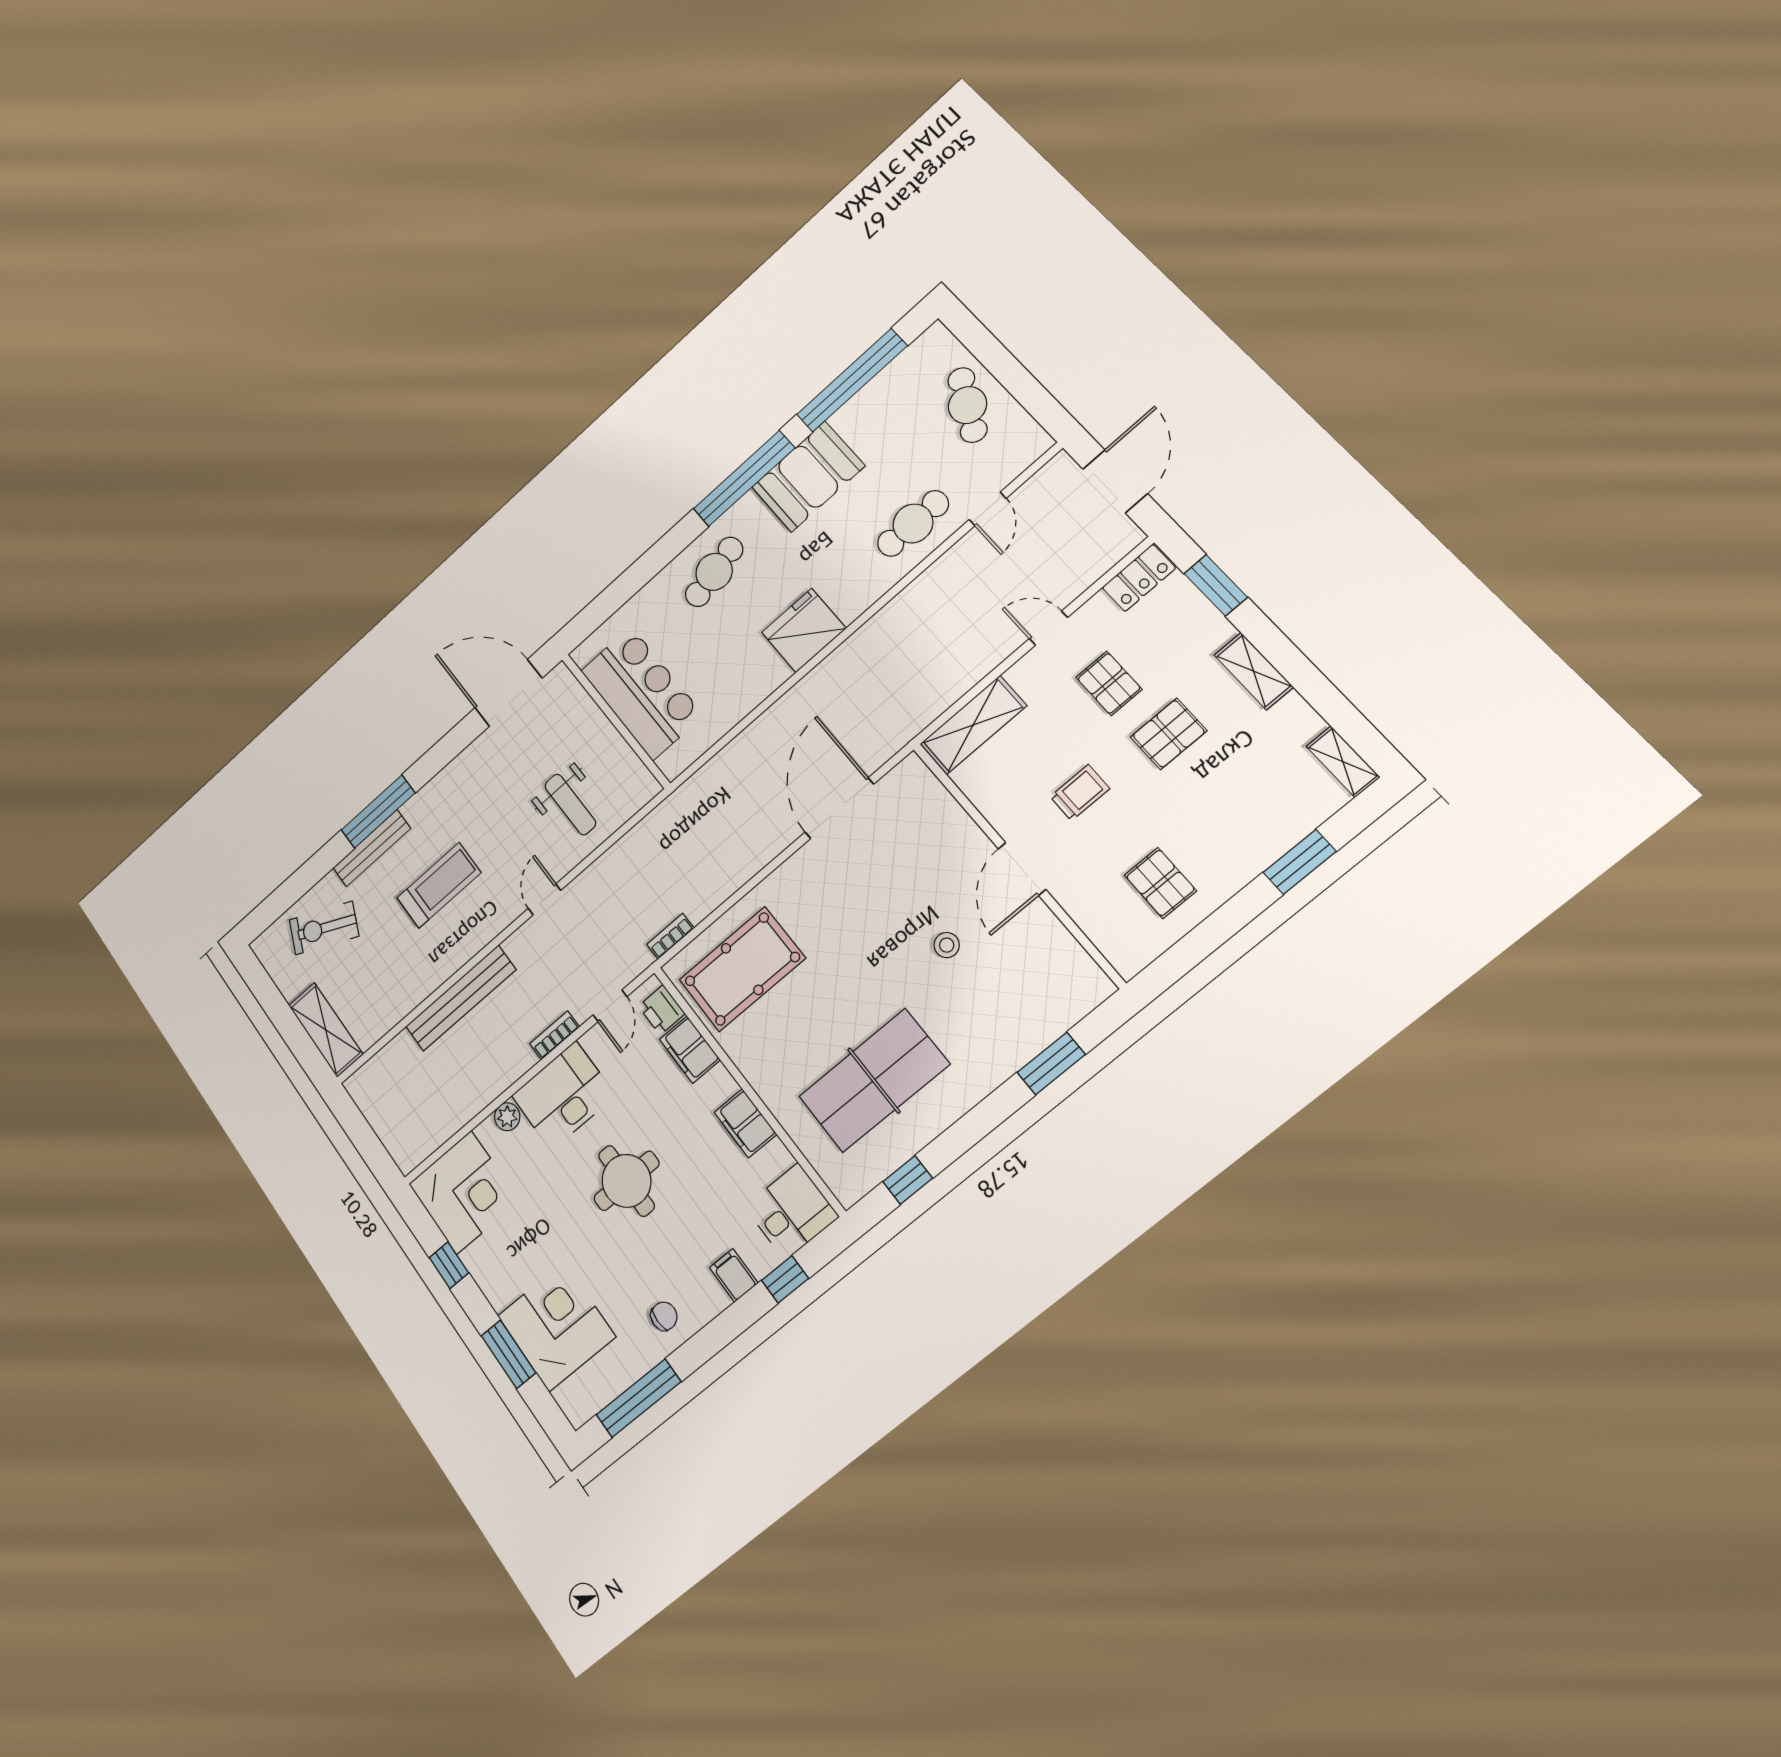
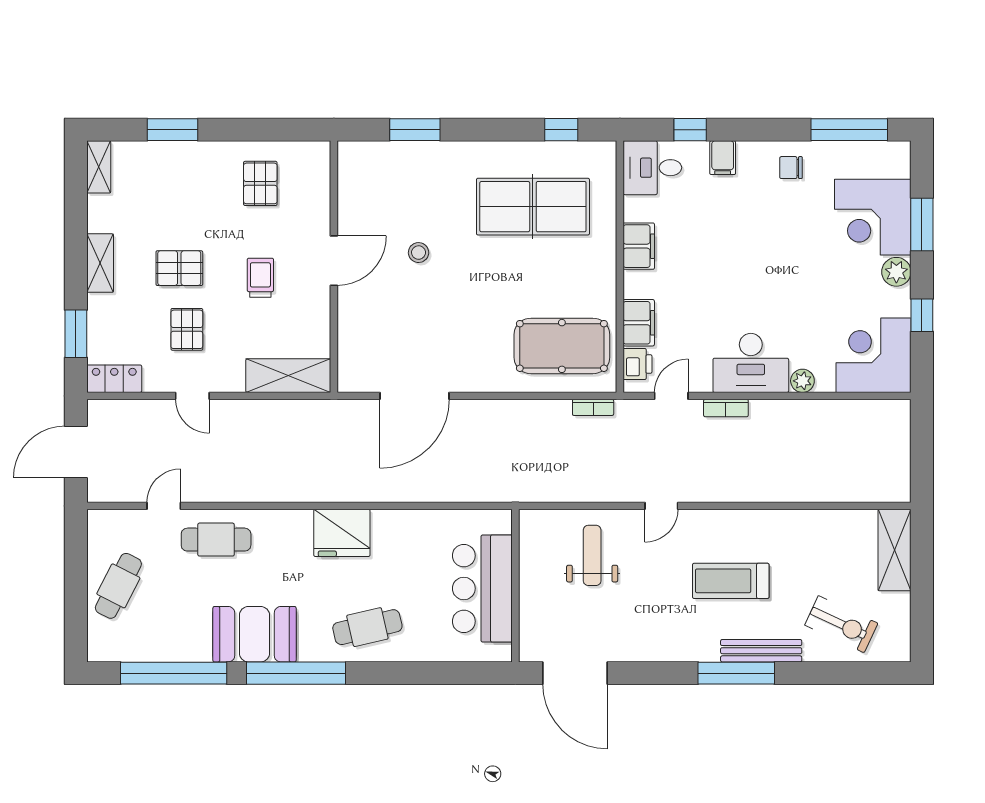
trolley: (1080, 793) -> (260, 278), turned 90
bench: (461, 998) -> (775, 489), removed
round table: (627, 1181) -> (750, 273), removed
plant: (499, 1289) -> (896, 272), added

